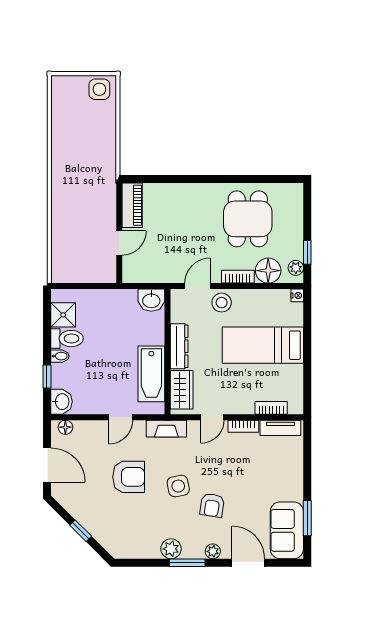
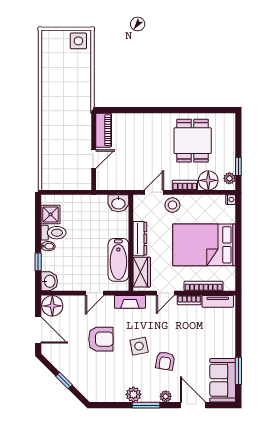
bed: (263, 345) -> (204, 245), width x1.50
bookcase: (271, 408) -> (204, 286), width x1.56
floor lamp: (65, 427) -> (52, 306), width x1.89, depth x1.89

